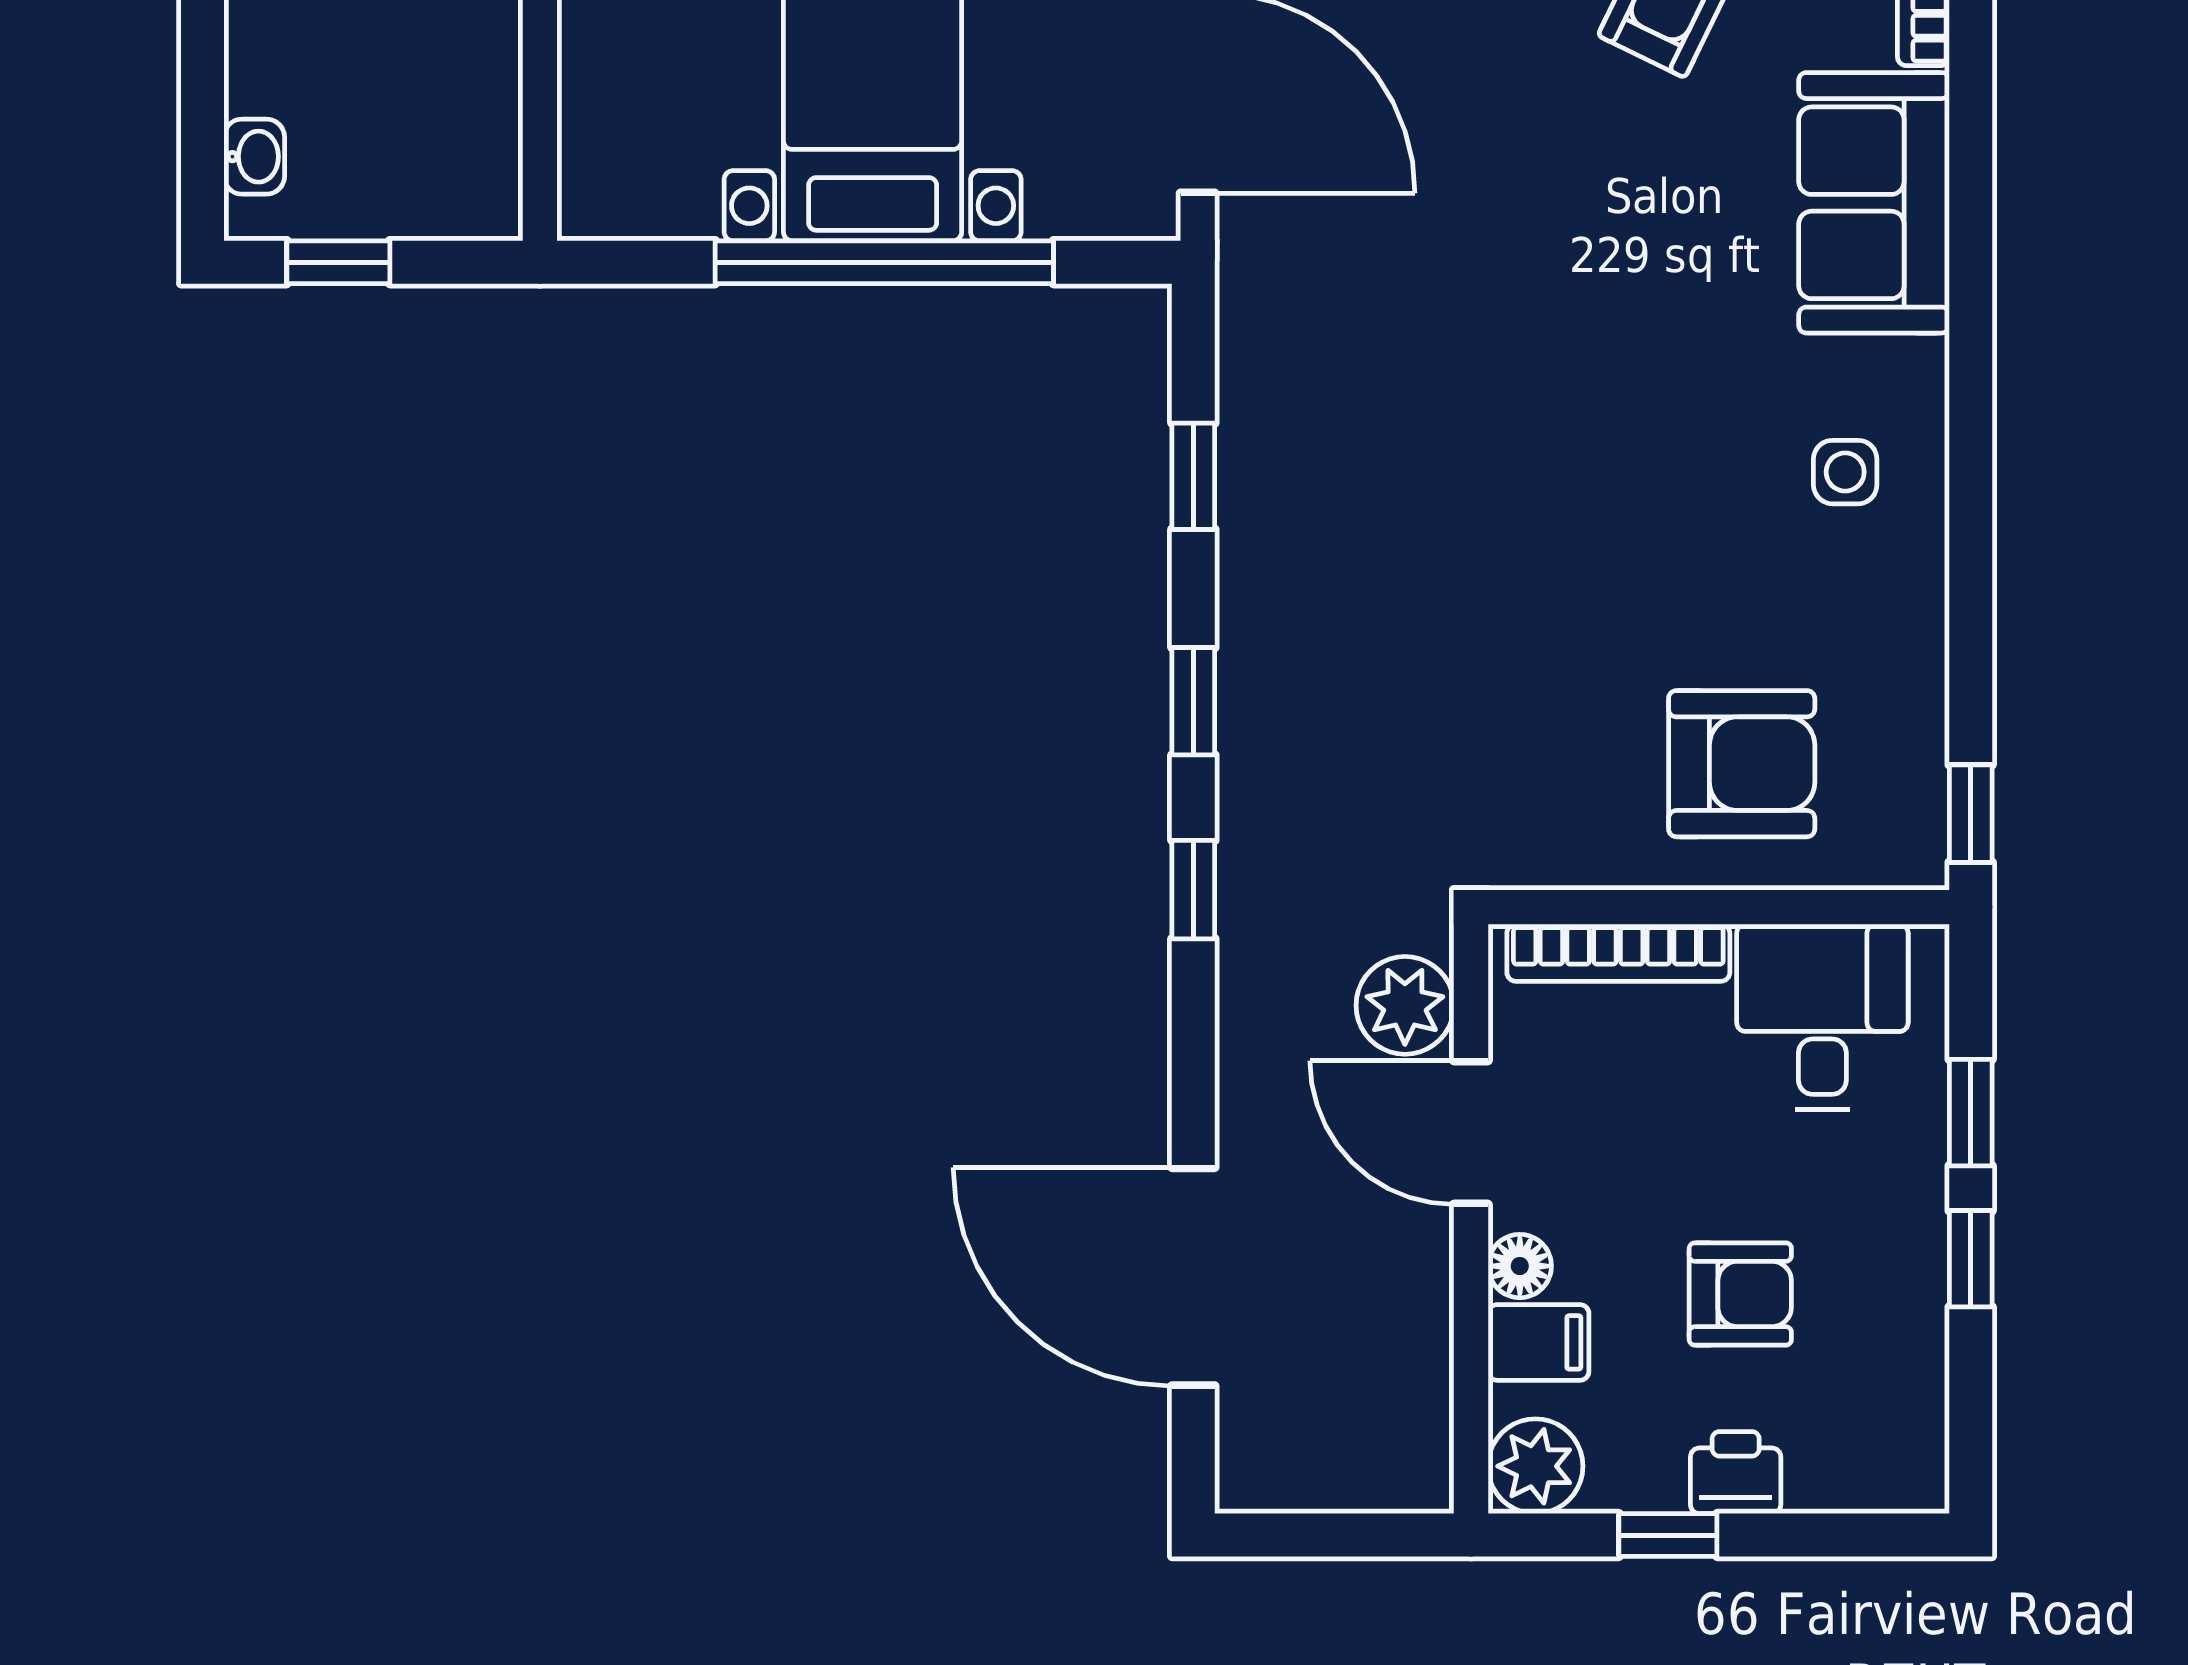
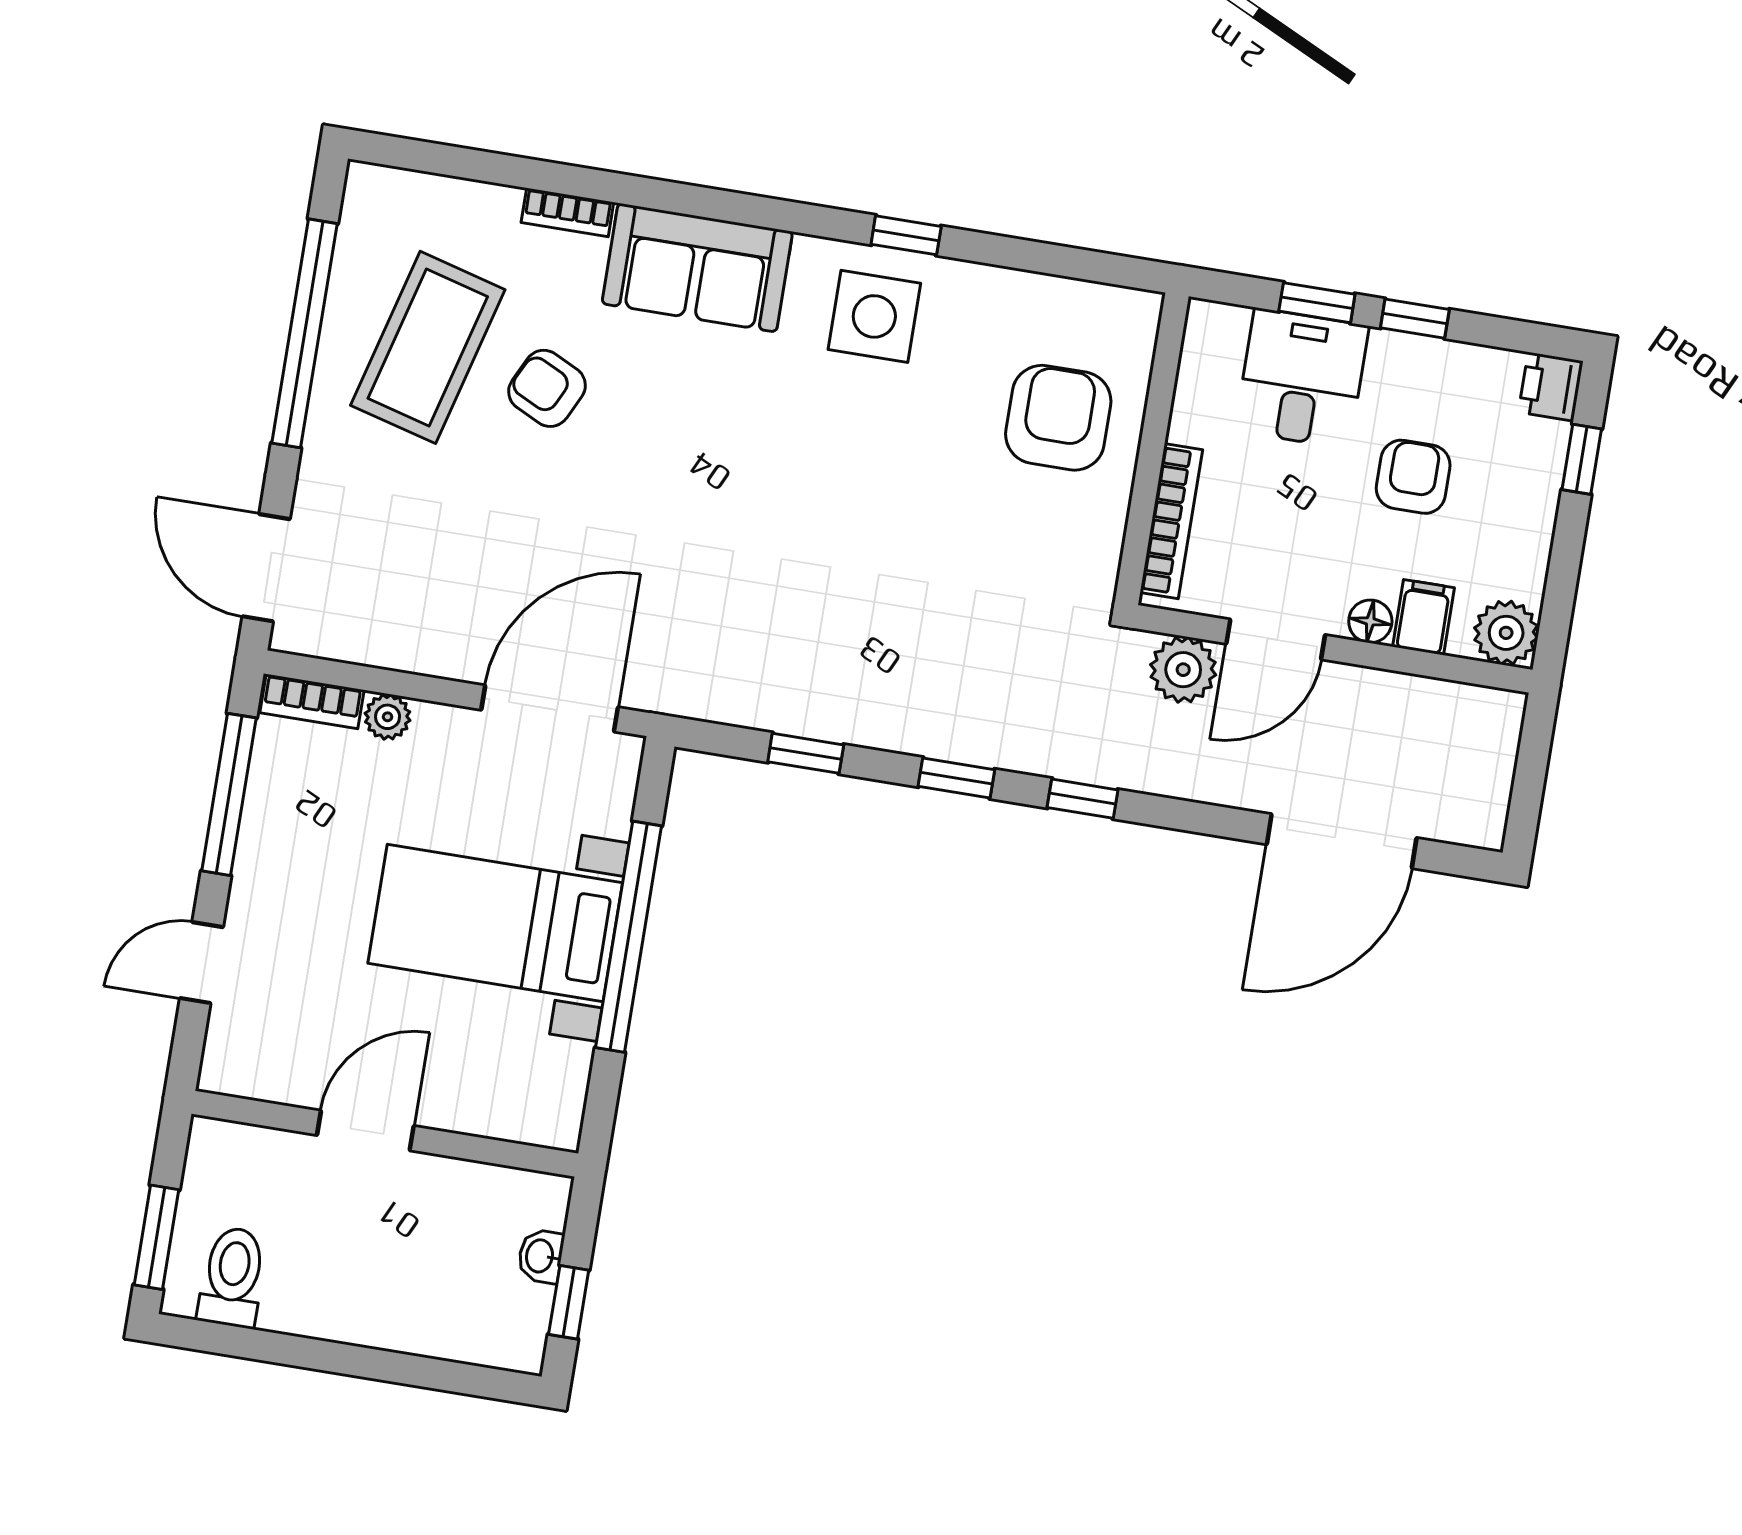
washbasin: (254, 157) -> (541, 1256), moved, turned -90
side table: (1845, 472) -> (874, 316), width x1.87, depth x1.87
window: (1971, 814) -> (906, 235), moved
desk: (1822, 1017) -> (1302, 378), moved, turned 90
printer: (1736, 1473) -> (1551, 387), moved
window: (1668, 1535) -> (1582, 459), moved

